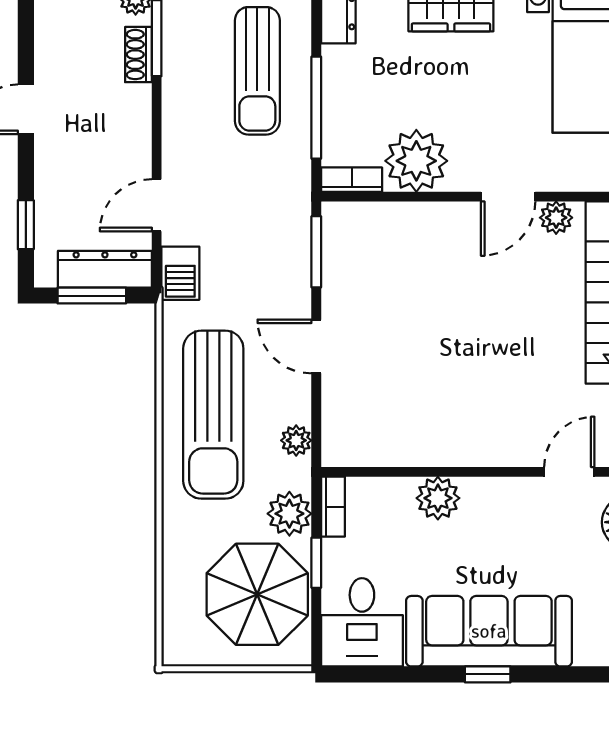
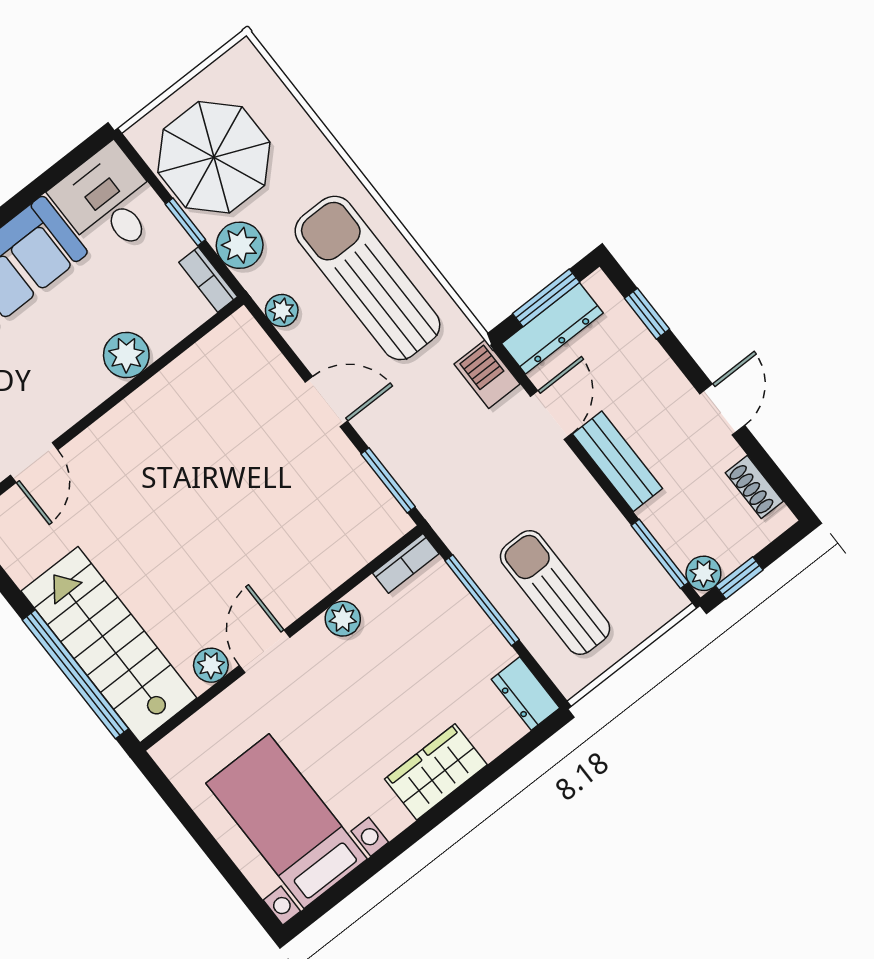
shoe rack: (138, 55) -> (754, 487), moved, turned 180
bench: (134, 132) -> (618, 461), added
plant: (416, 161) -> (343, 619), width x0.53, depth x0.53

